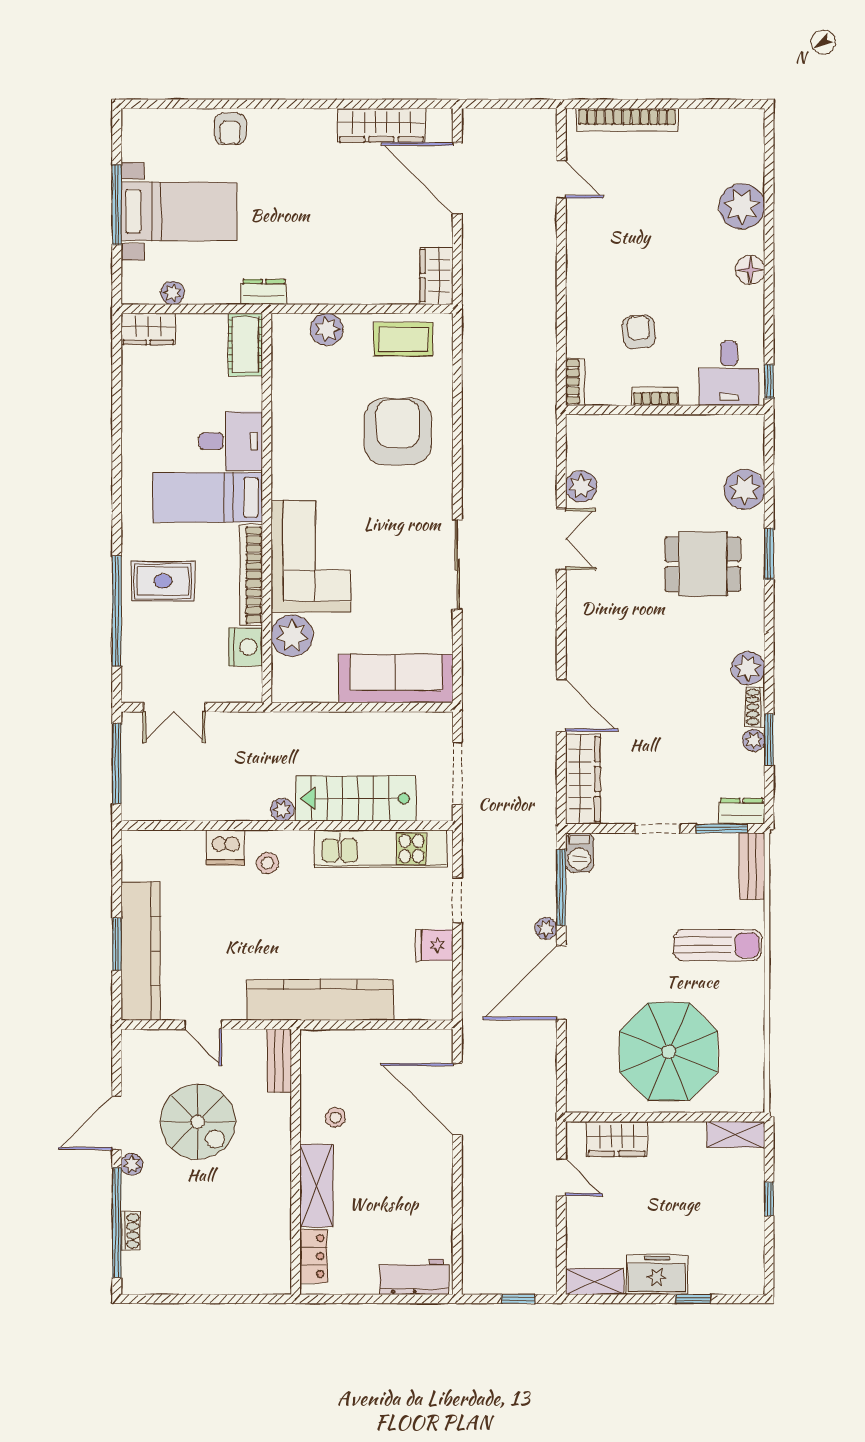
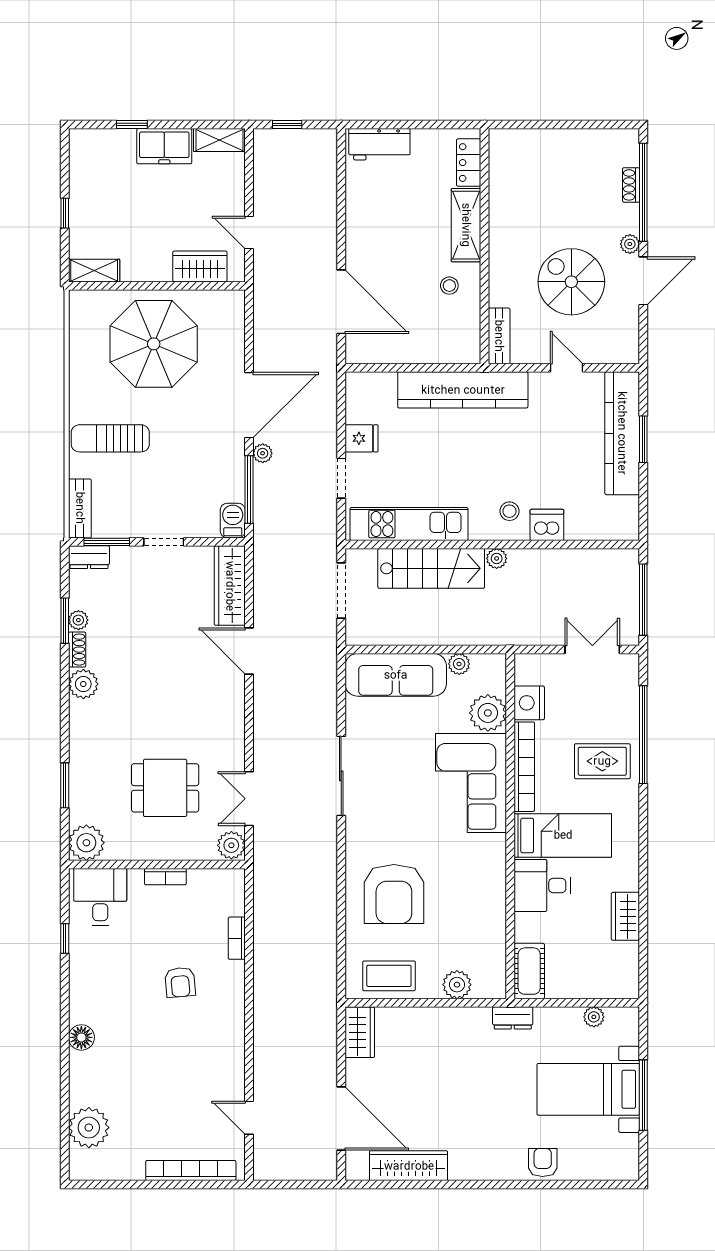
plant: (742, 206) -> (89, 1128), moved
wardrobe: (148, 329) -> (625, 916), moved, turned -90
desk: (729, 373) -> (100, 897), moved
bookcase: (655, 396) -> (165, 877), moved
wall: (665, 410) -> (157, 864), moved
dining table: (703, 564) -> (165, 788), moved
plant: (324, 691) -> (459, 664), added

